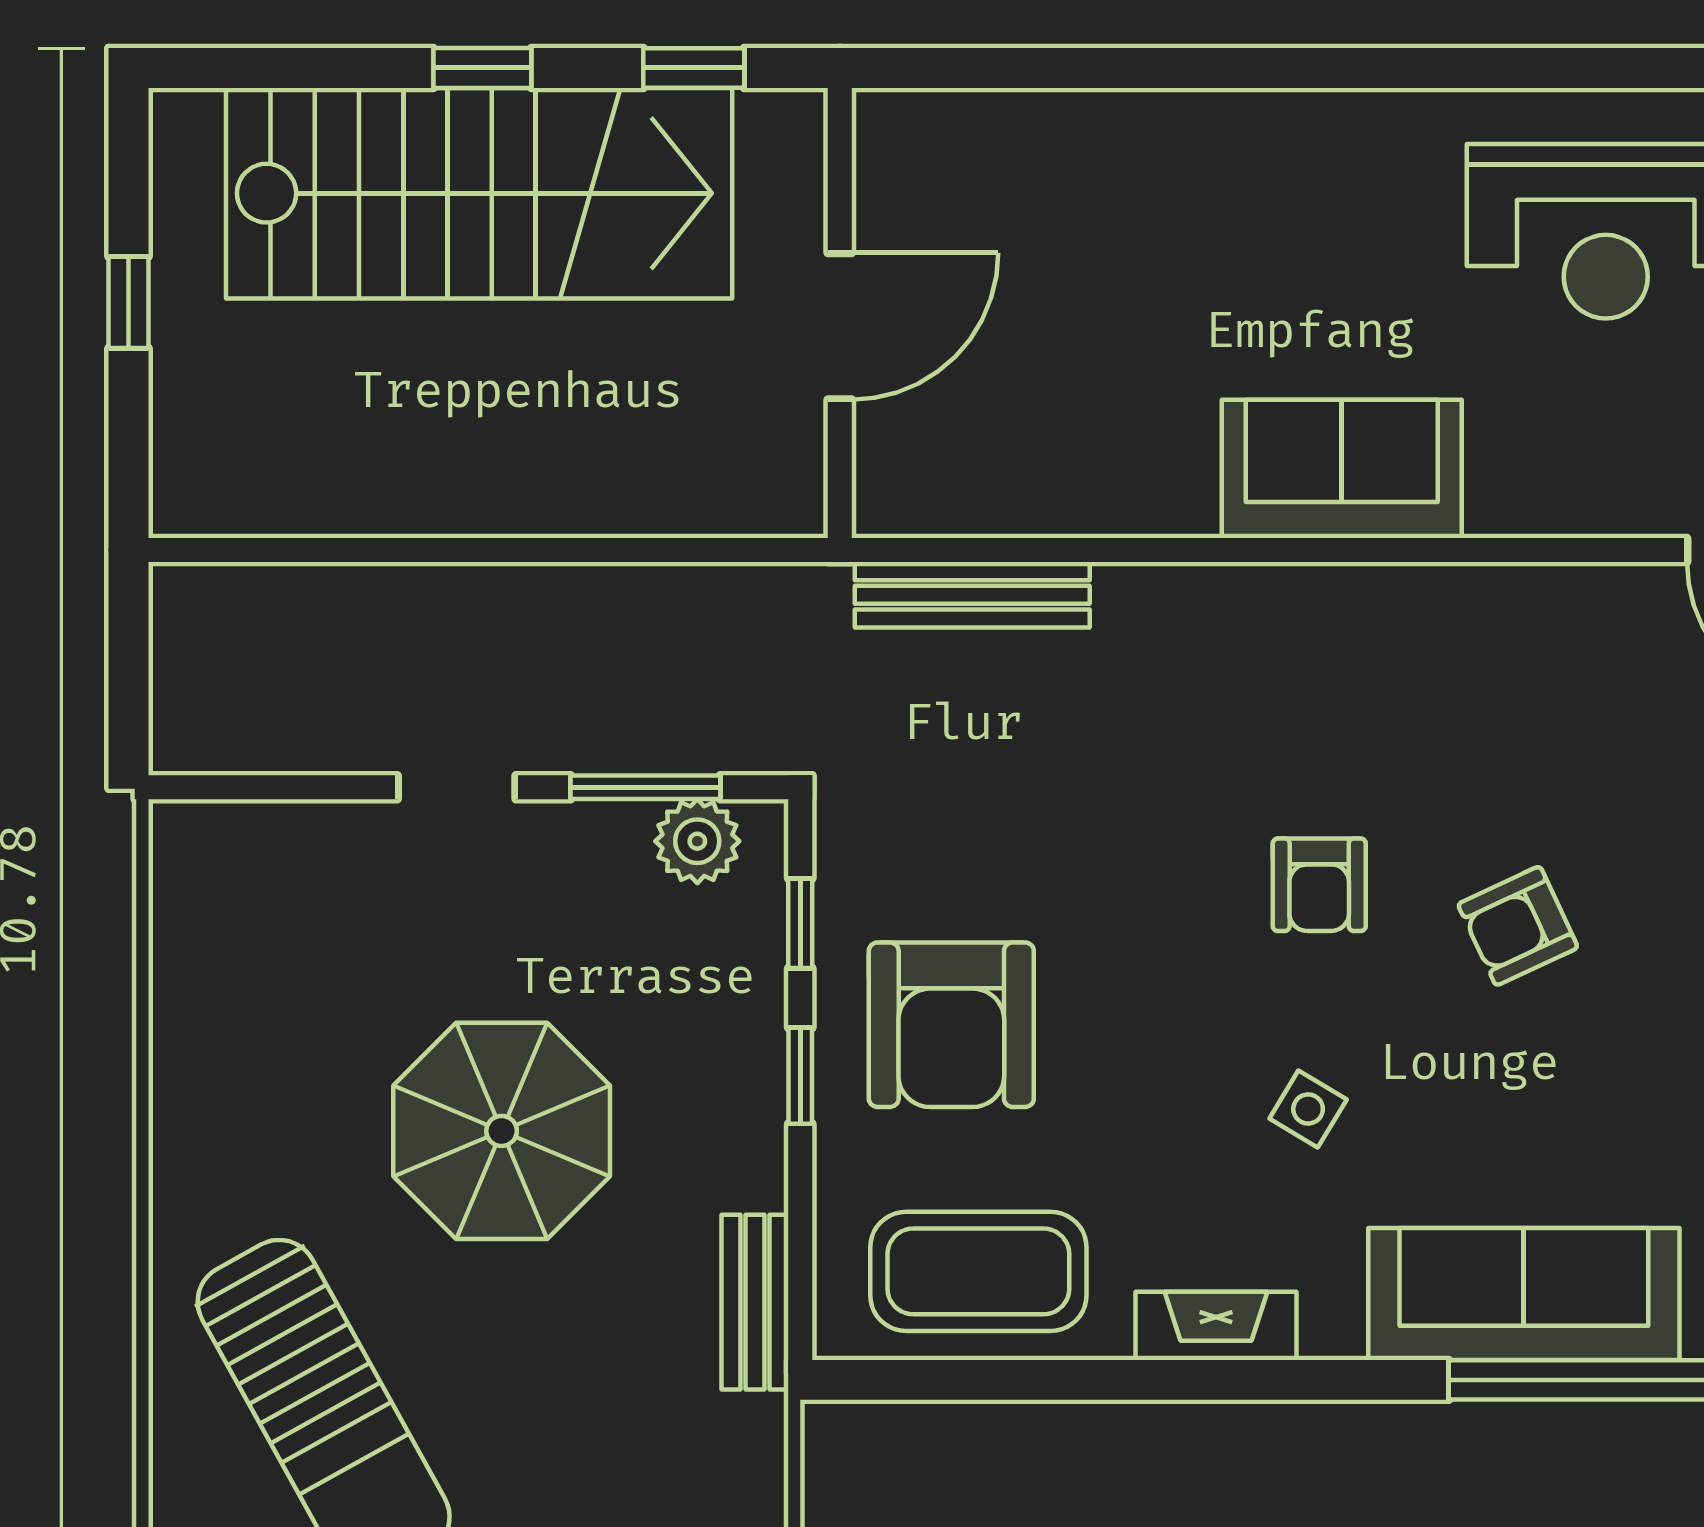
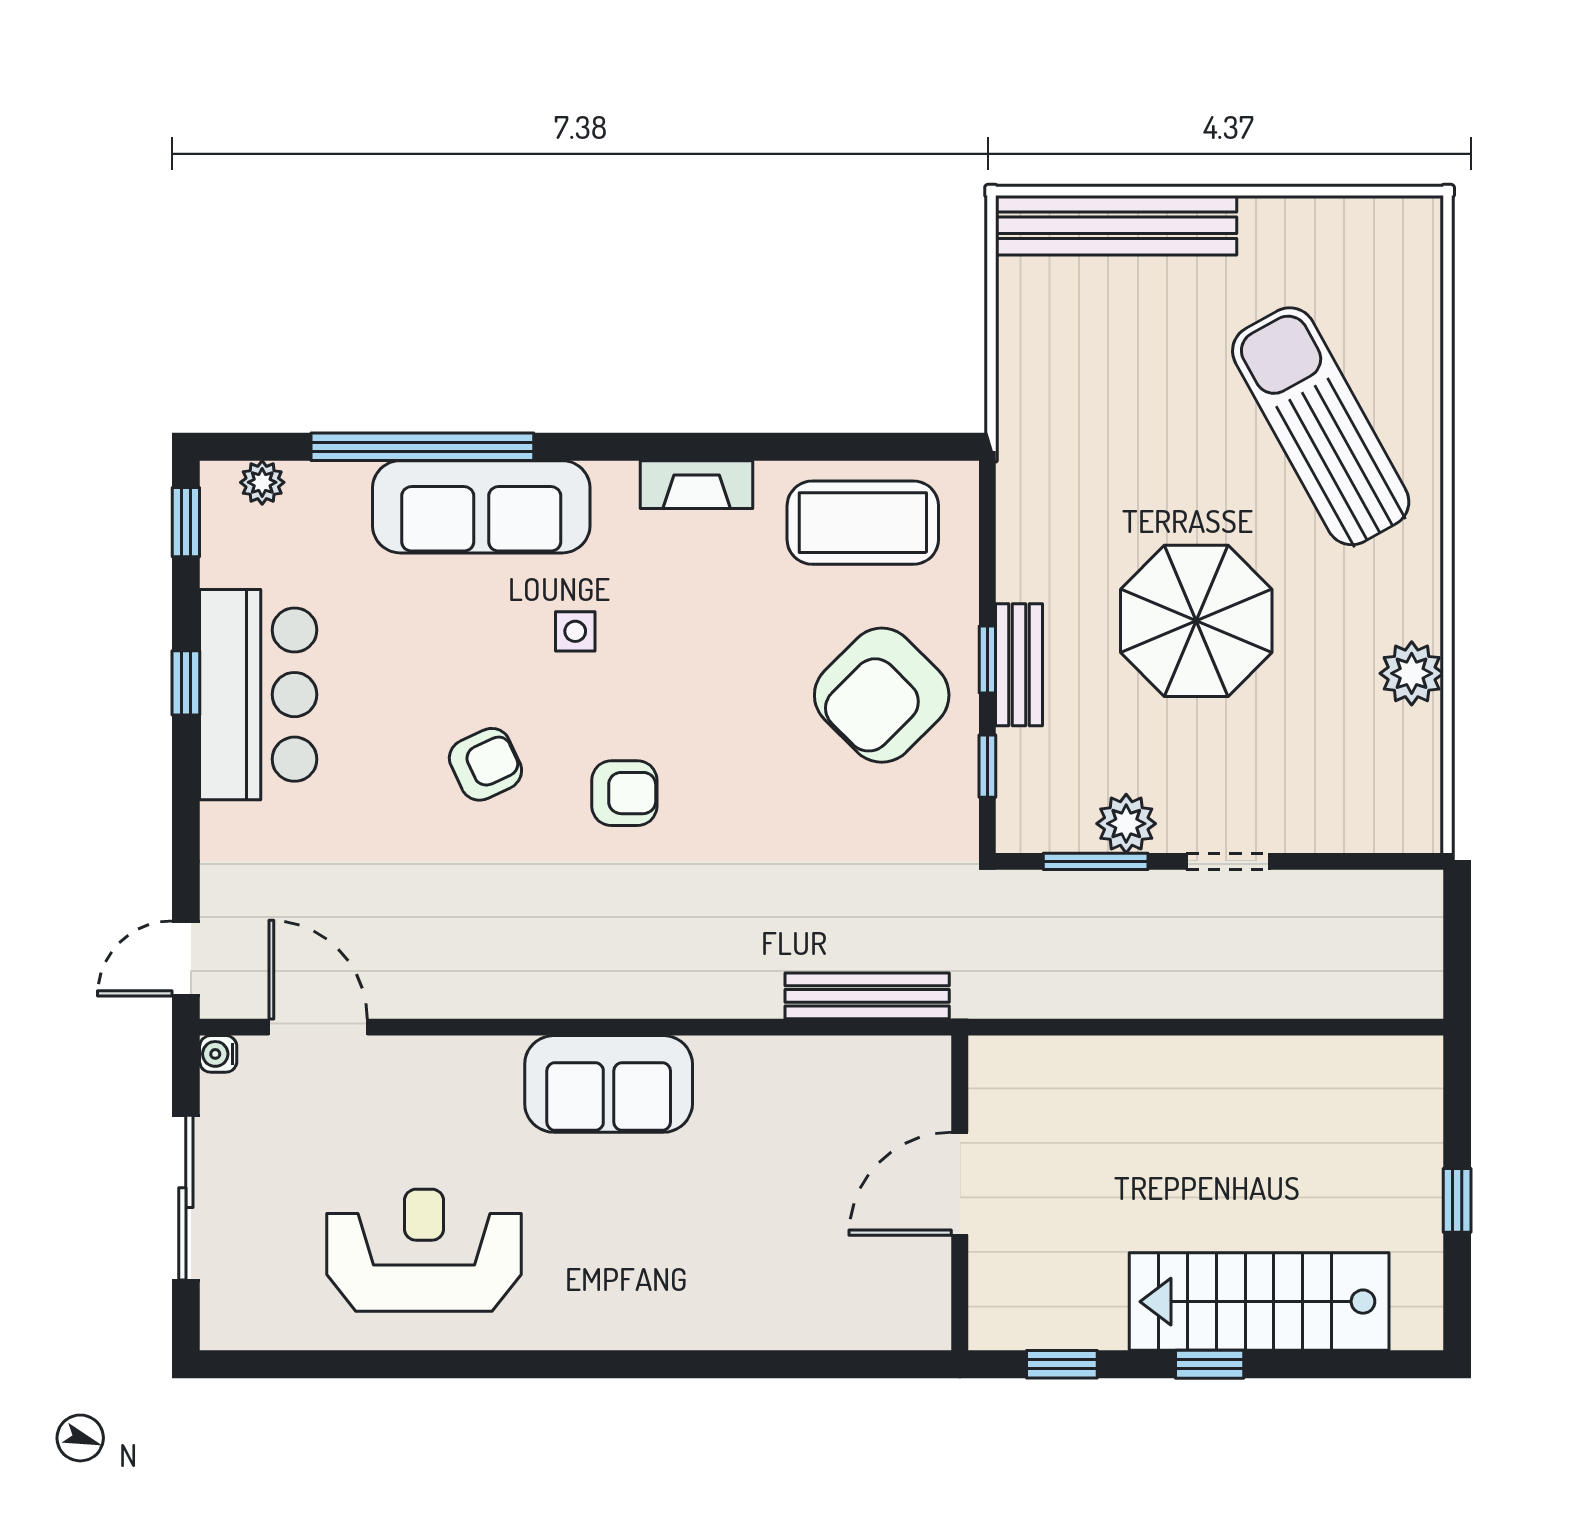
stairs: (479, 193) -> (1259, 1302), width x0.73, depth x0.66
plant: (697, 841) -> (1126, 824), moved
armchair: (1319, 885) -> (624, 793), turned 90
armchair: (951, 1025) -> (882, 695), turned -135
plant: (194, 1056) -> (1412, 673), added
side table: (1308, 1109) -> (575, 631), moved, turned -31
bench: (755, 1302) -> (1019, 665), moved

